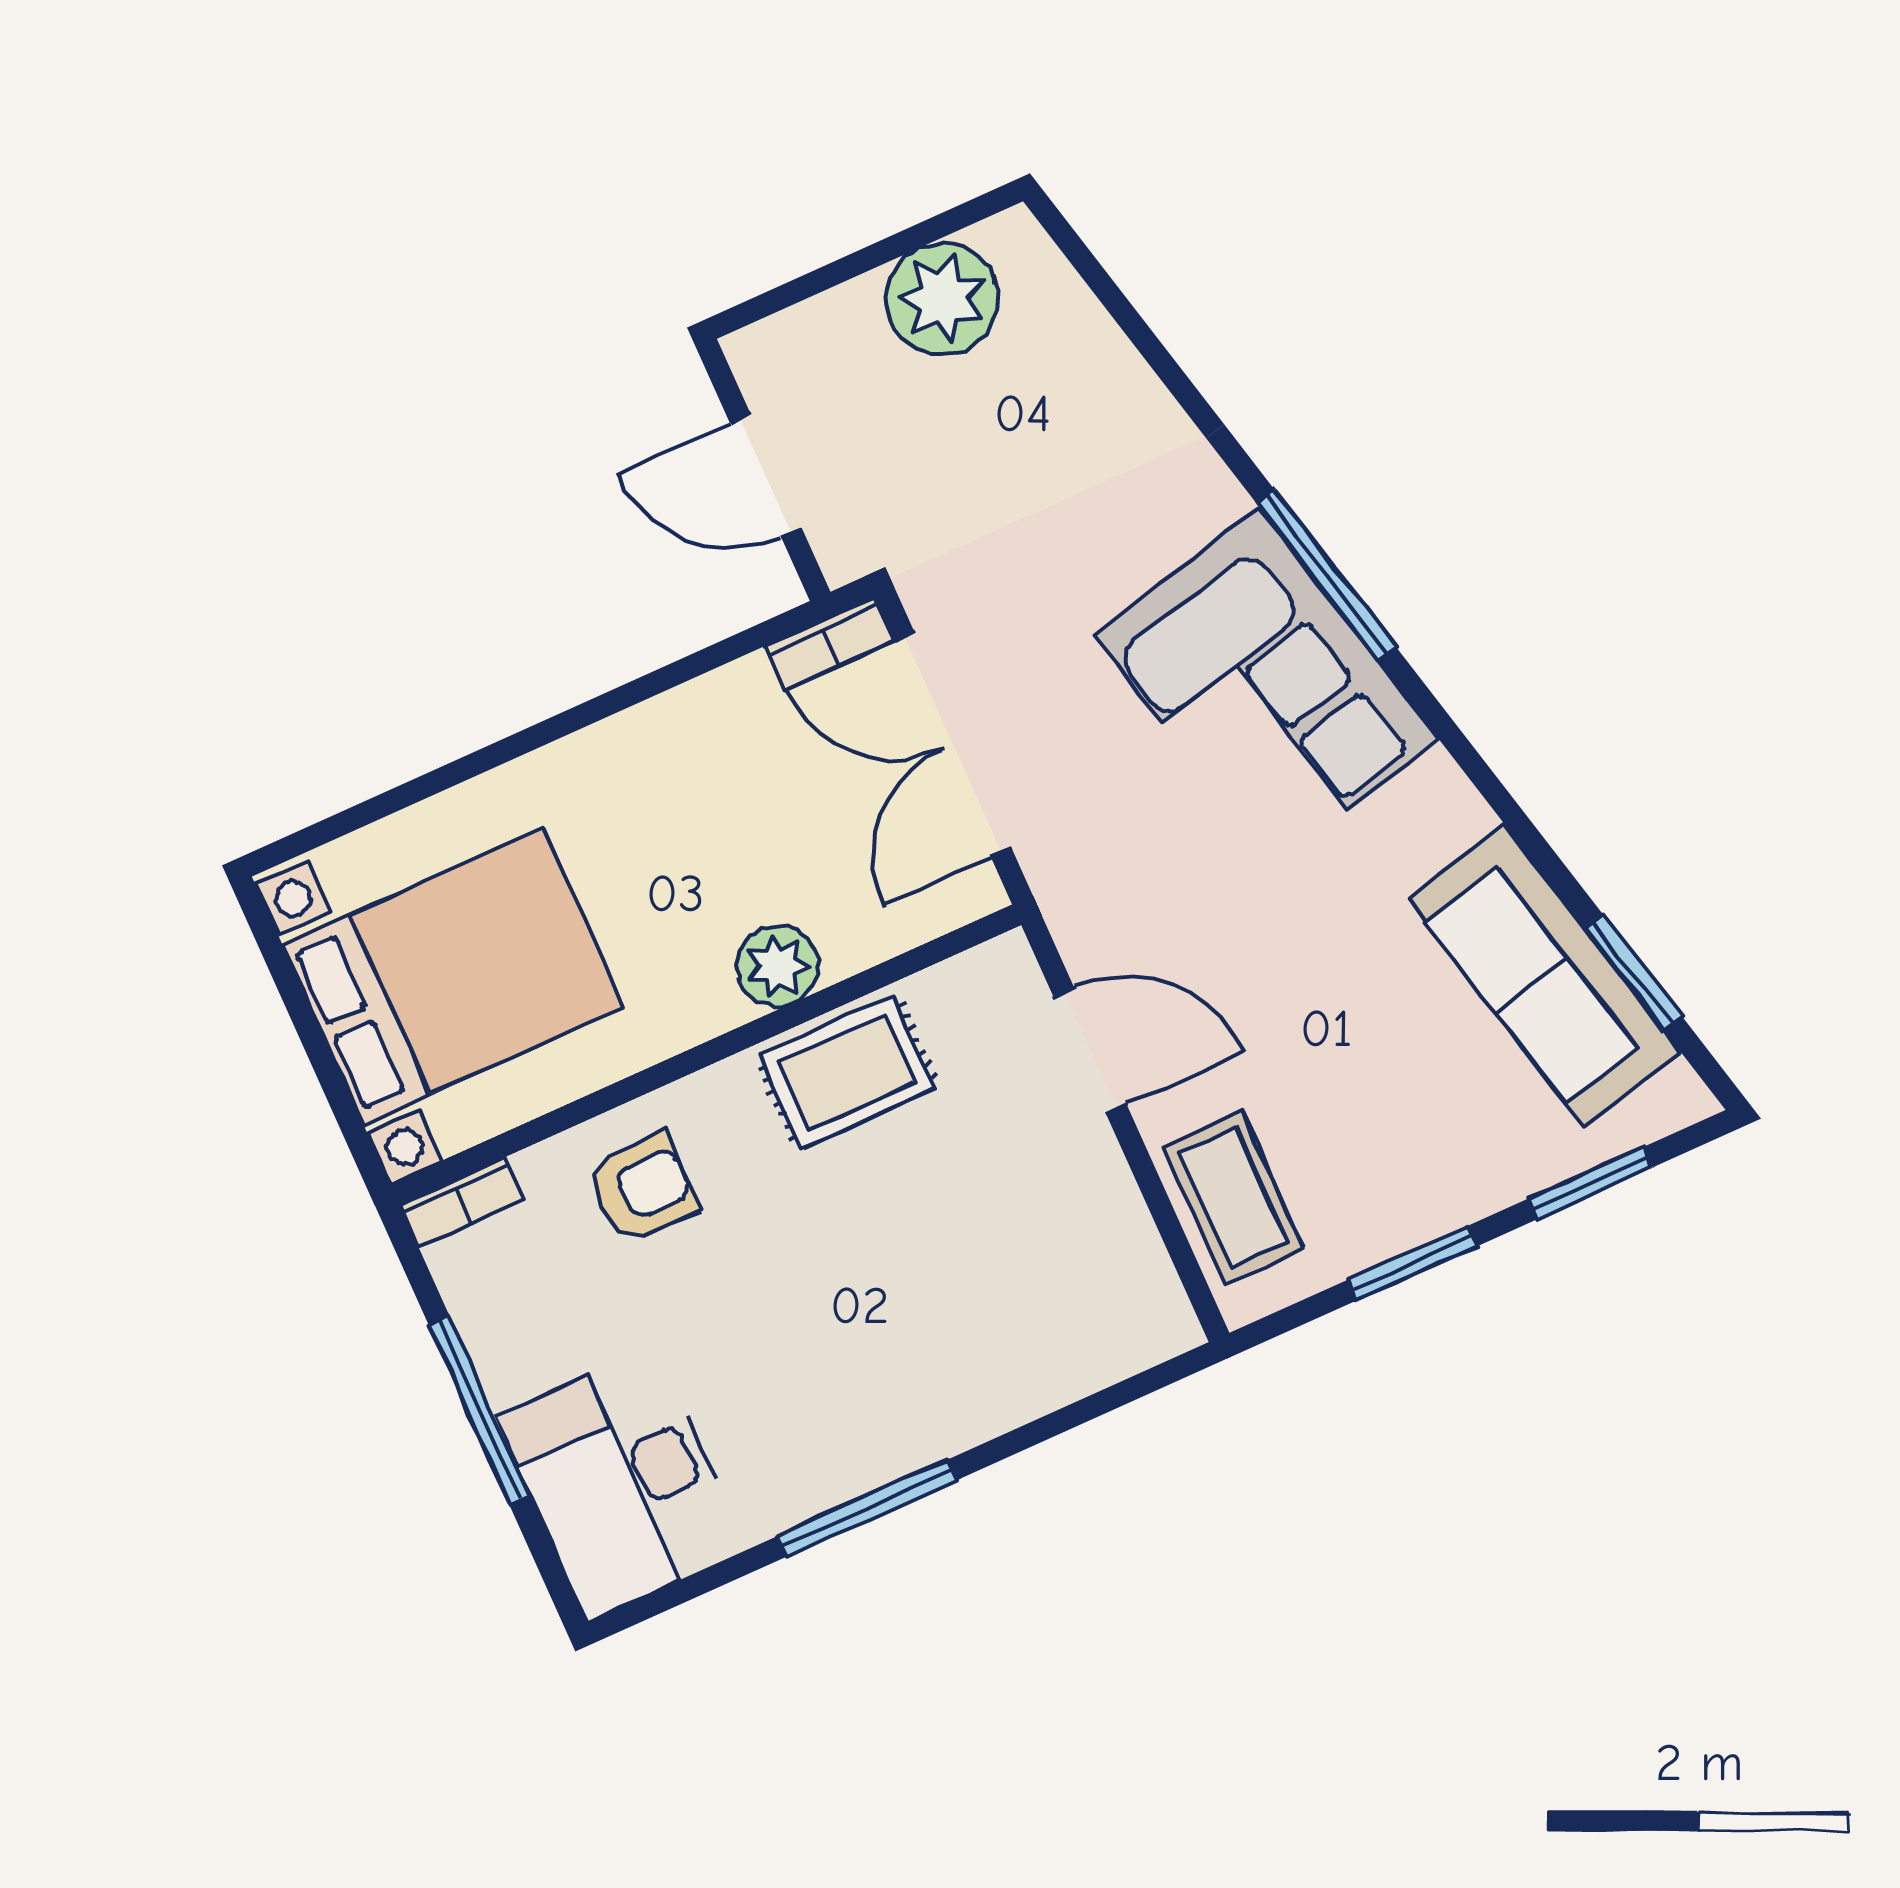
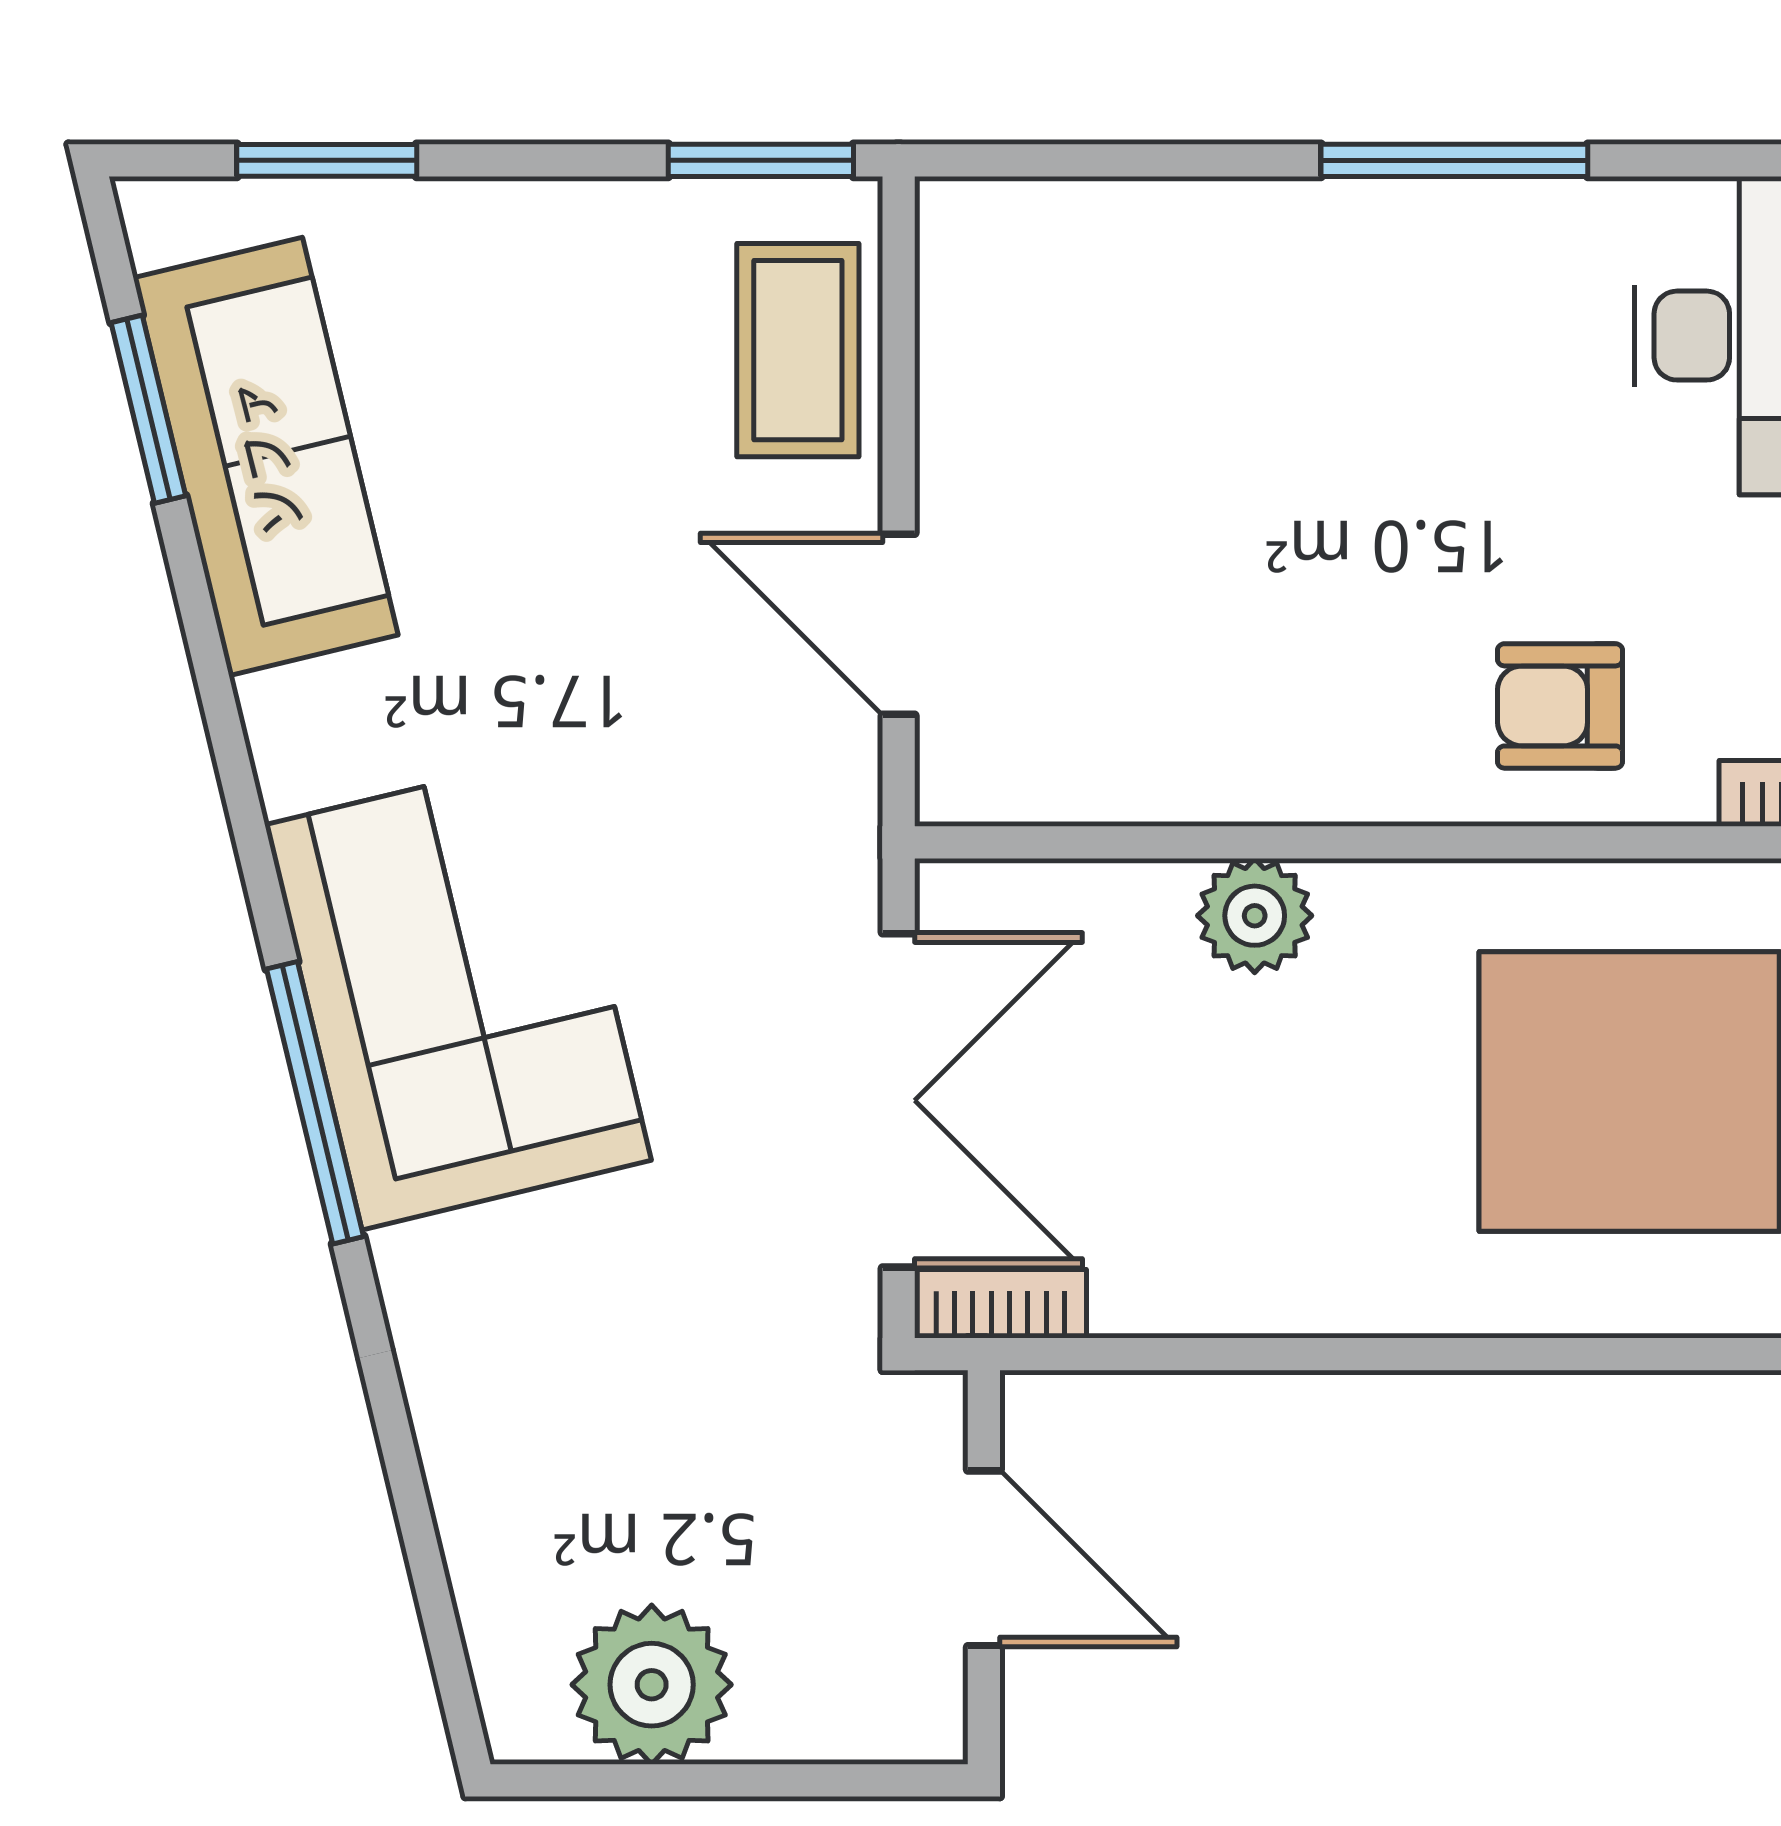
rug: (847, 1072) -> (1227, 737), removed
window: (1412, 1263) -> (761, 160), moved

